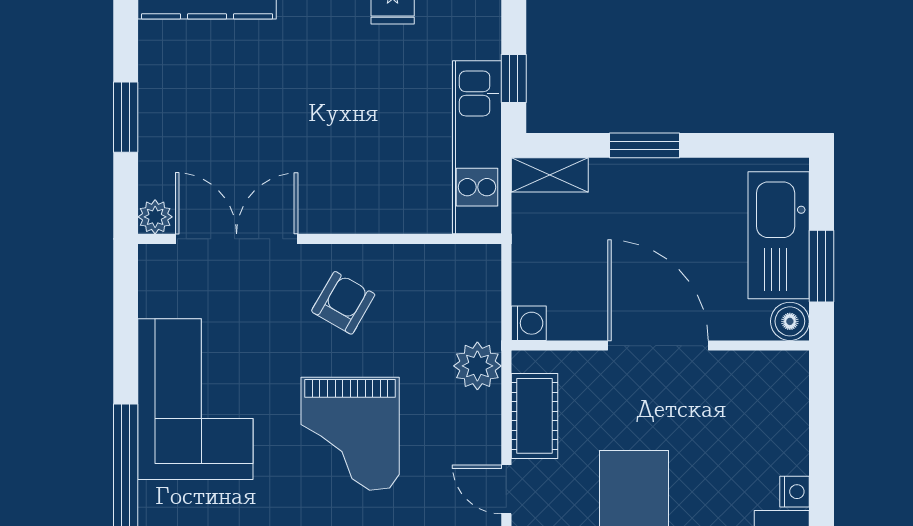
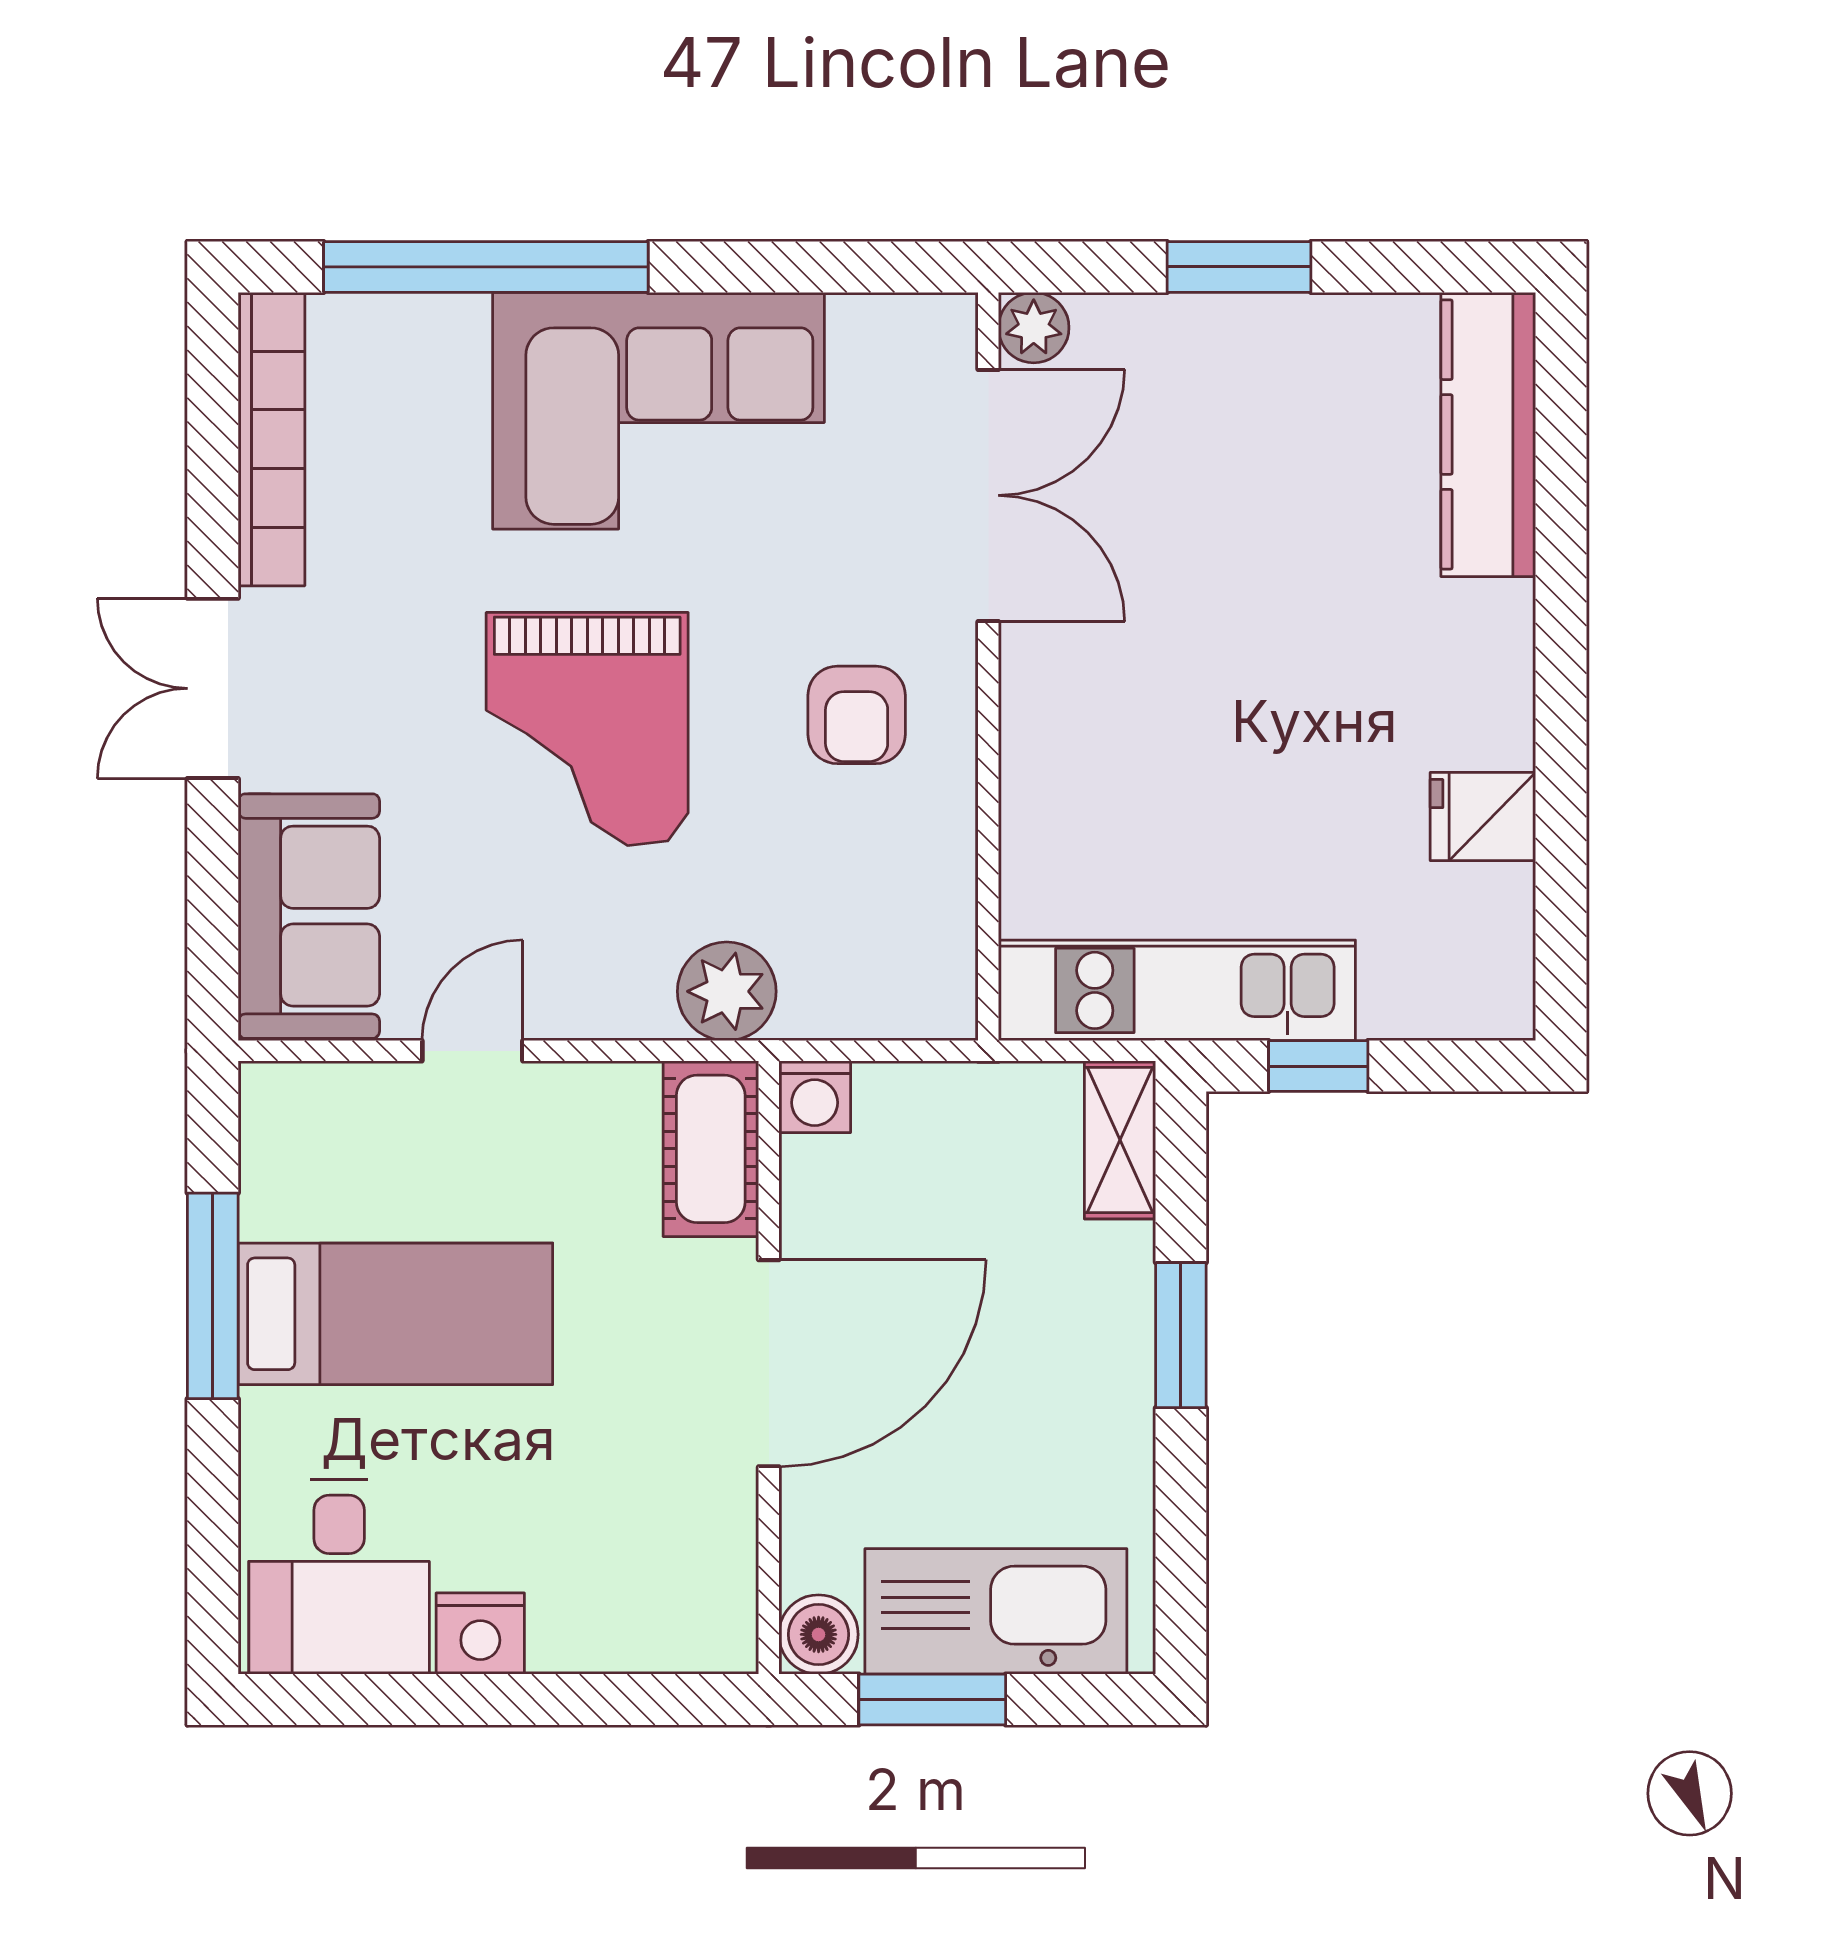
armchair: (343, 303) -> (857, 715), turned 60
cot: (534, 416) -> (711, 1149), moved, turned 90
grand piano: (350, 434) -> (587, 729), turned -90
nightstand: (795, 492) -> (480, 1634), width x1.39, depth x1.35

